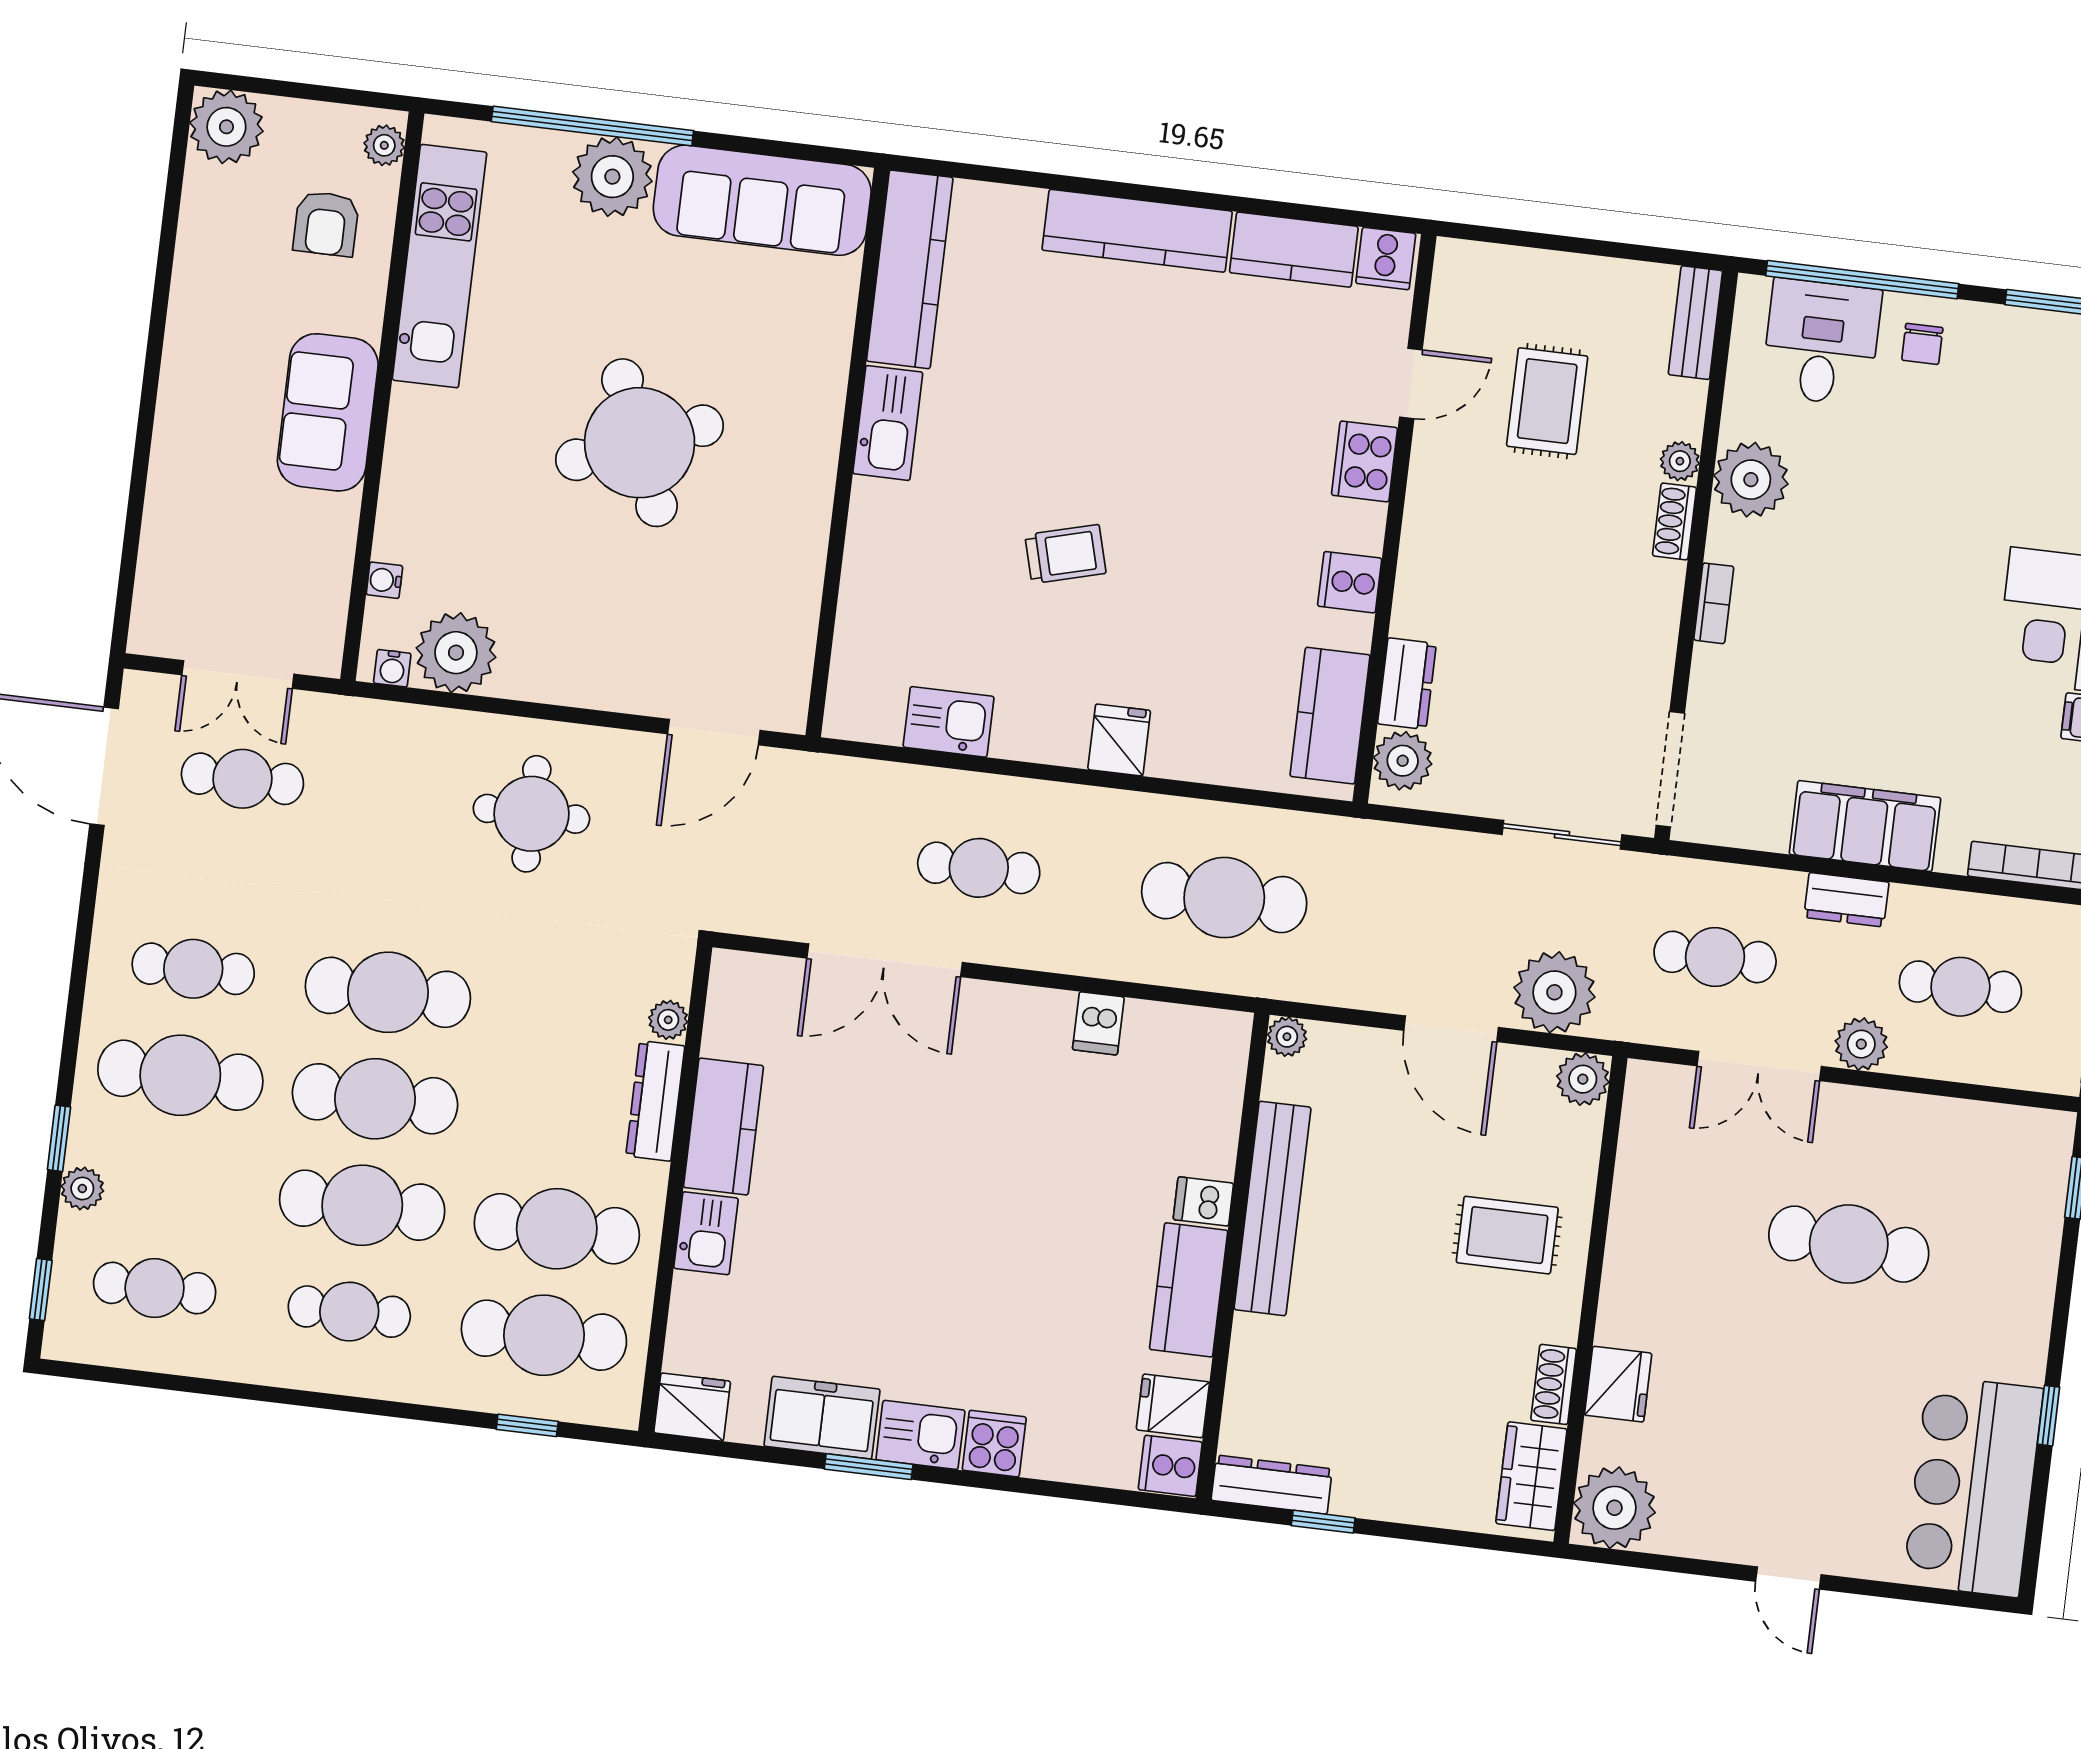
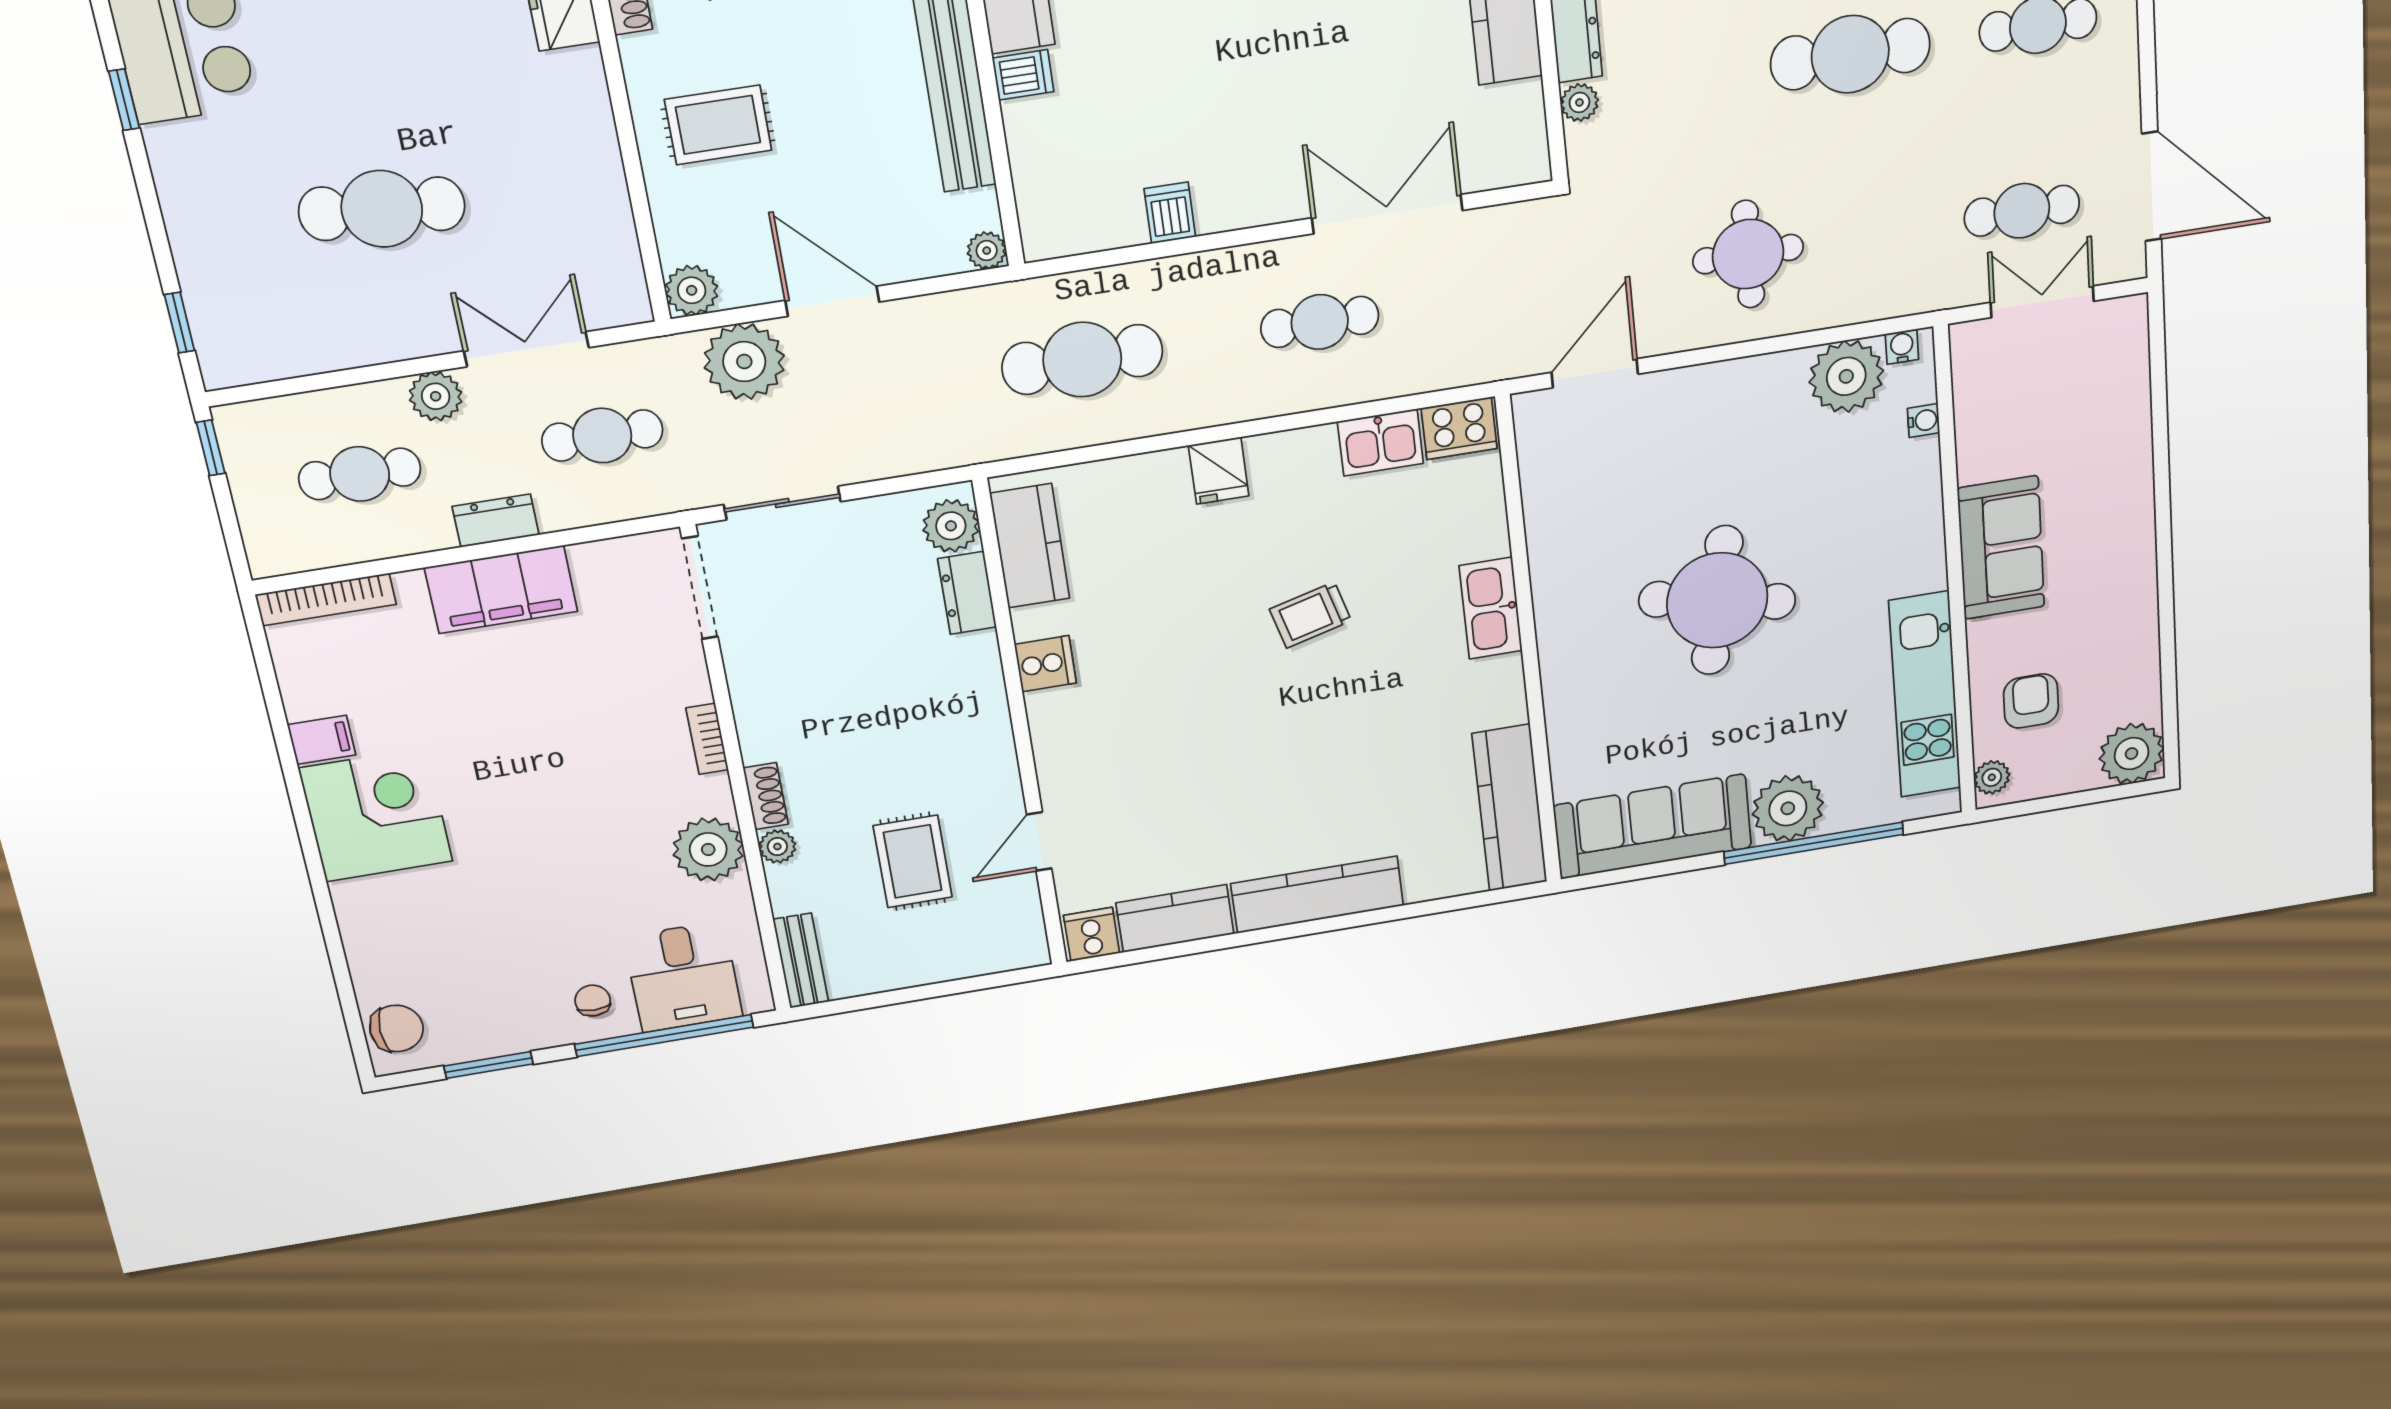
kitchen sink: (888, 423) -> (1491, 608), moved
round table: (640, 443) -> (1717, 600), turned 33
cooker: (1364, 461) -> (1459, 428), moved, turned 90

